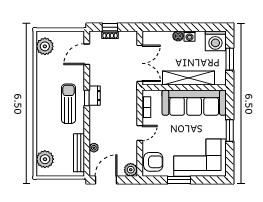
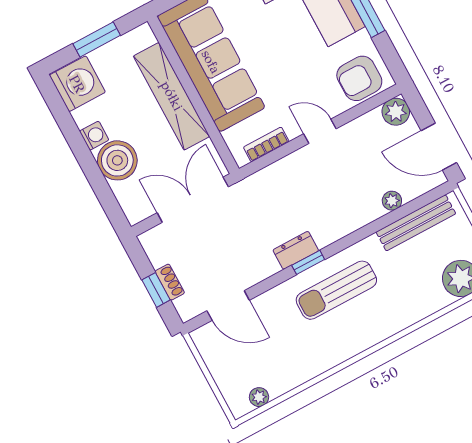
boiler: (178, 36) -> (117, 160), width x1.86, depth x1.86
plant: (45, 46) -> (259, 397), width x0.53, depth x0.53
armchair: (153, 162) -> (359, 78), turned -90

